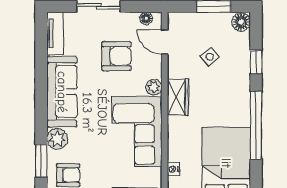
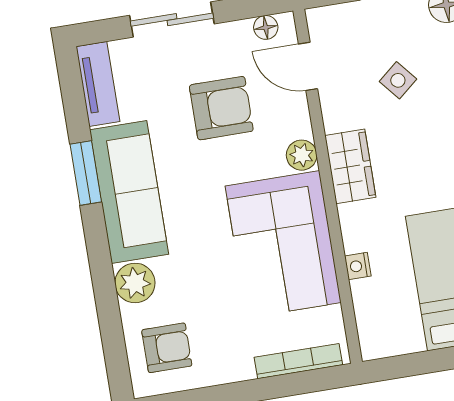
window: (41, 161) -> (86, 173), moved
nightstand: (173, 169) -> (358, 266), moved

